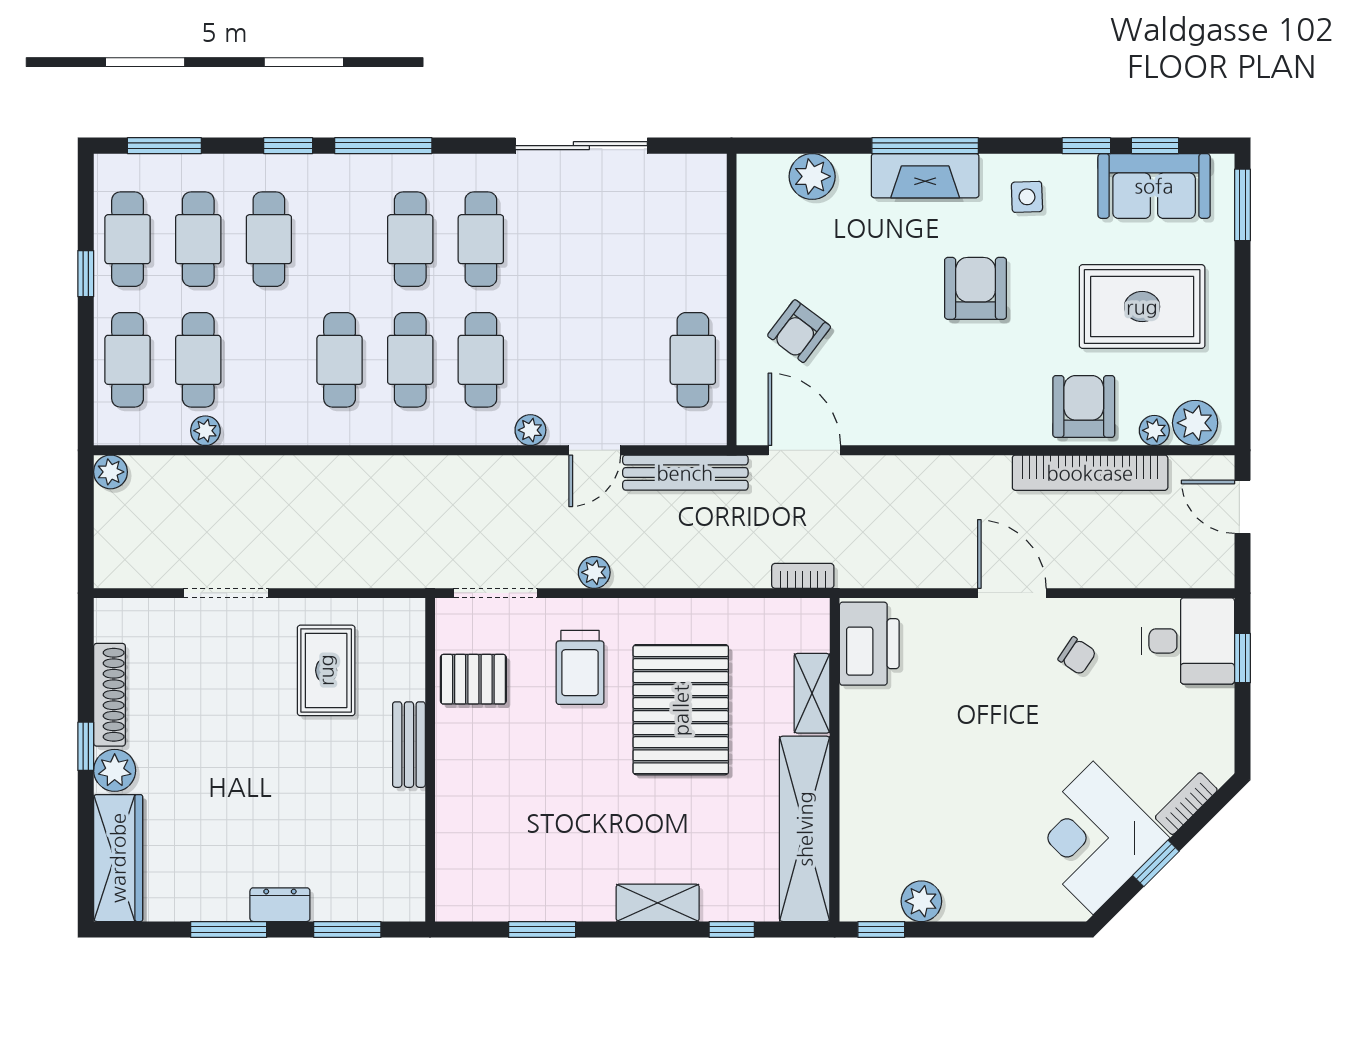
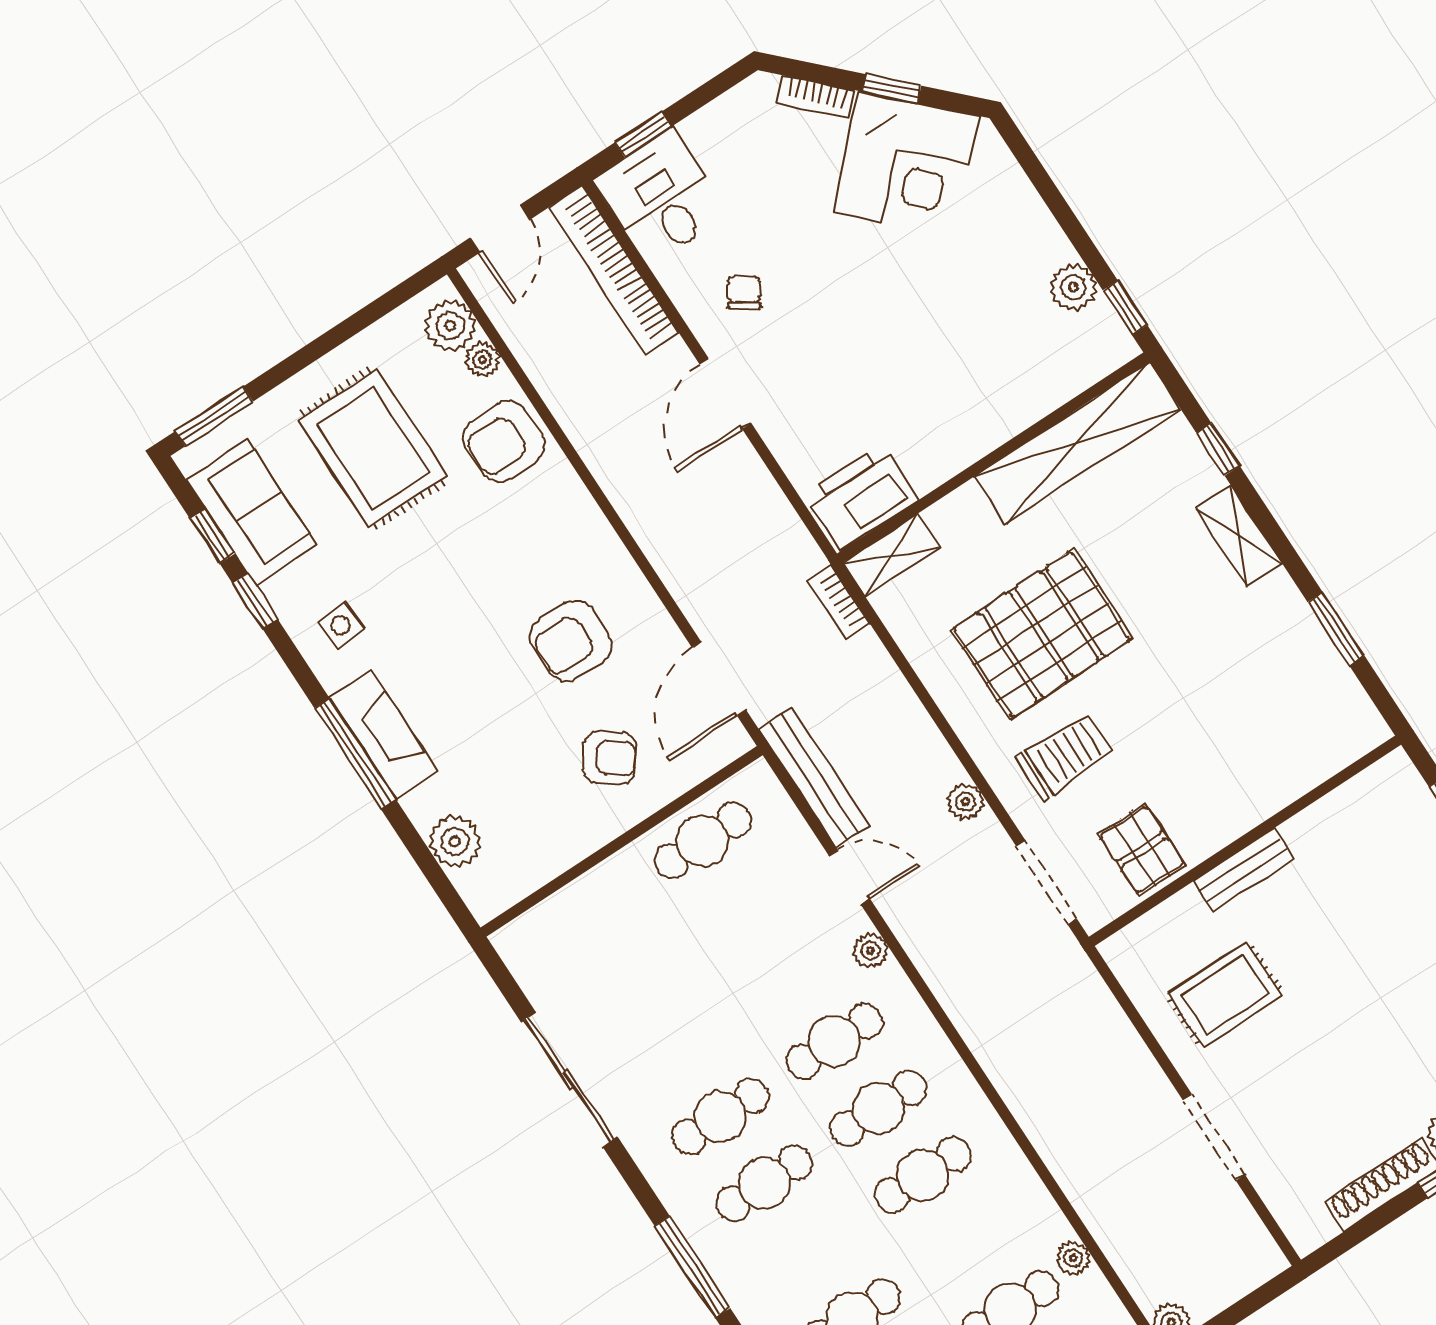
armchair: (976, 288) -> (571, 641), moved
bookcase: (1090, 473) -> (614, 270), moved, turned 180
shelving: (812, 693) -> (892, 555), moved

